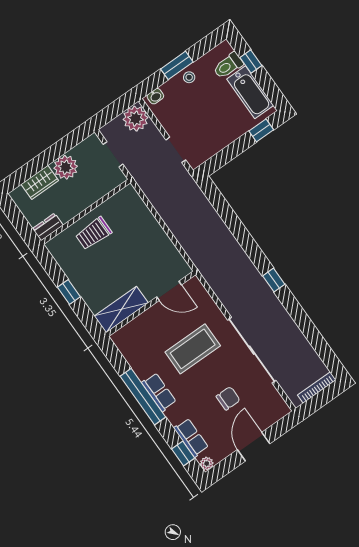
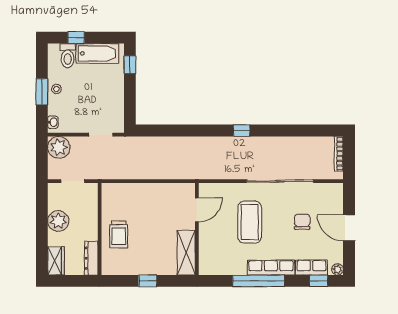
wardrobe: (40, 182) -> (56, 261), moved
dresser: (48, 227) -> (91, 258), width x1.44
row of seats: (159, 392) -> (271, 268), width x1.48

